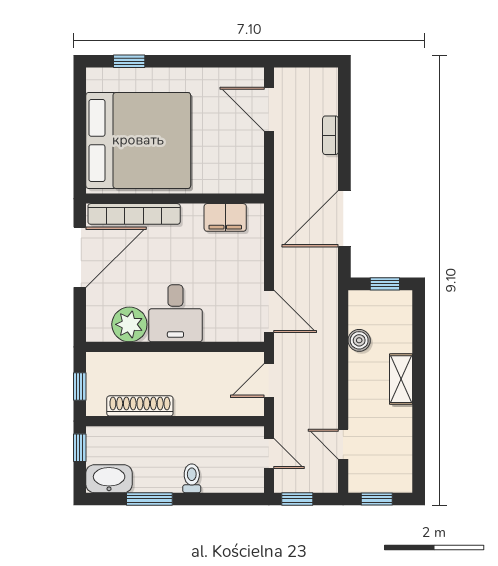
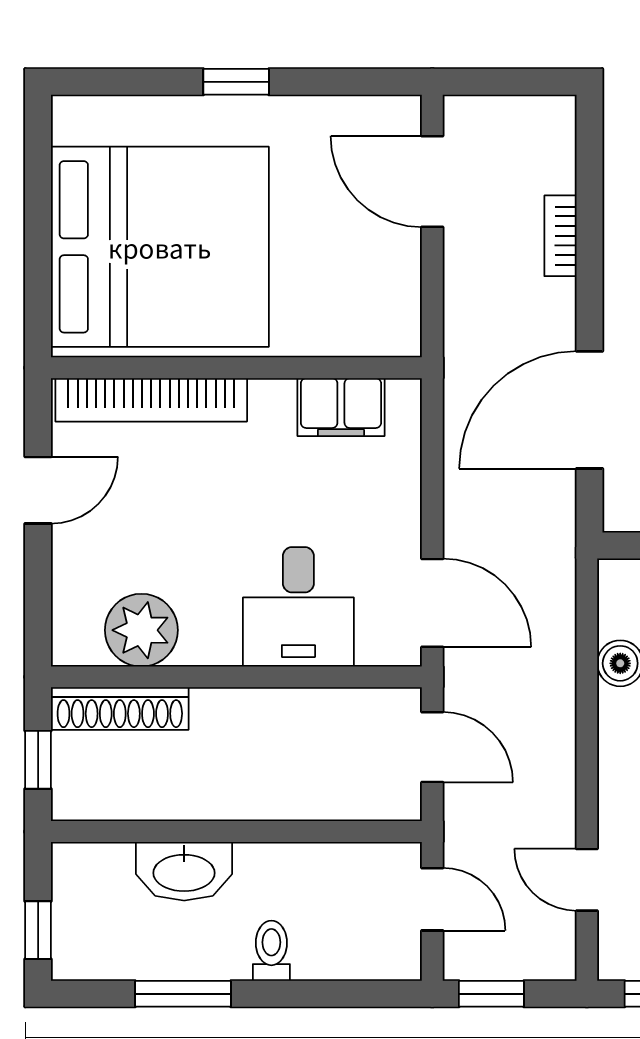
window: (129, 61) -> (236, 82), moved
door: (80, 257) -> (38, 490), width x0.53
desk: (175, 313) -> (298, 607), moved
door: (269, 381) -> (432, 747), swing flipped
shoe rack: (140, 406) -> (120, 709), moved, turned 180
window: (80, 448) -> (38, 930), moved
washbasin: (109, 479) -> (184, 871), moved, turned 180

